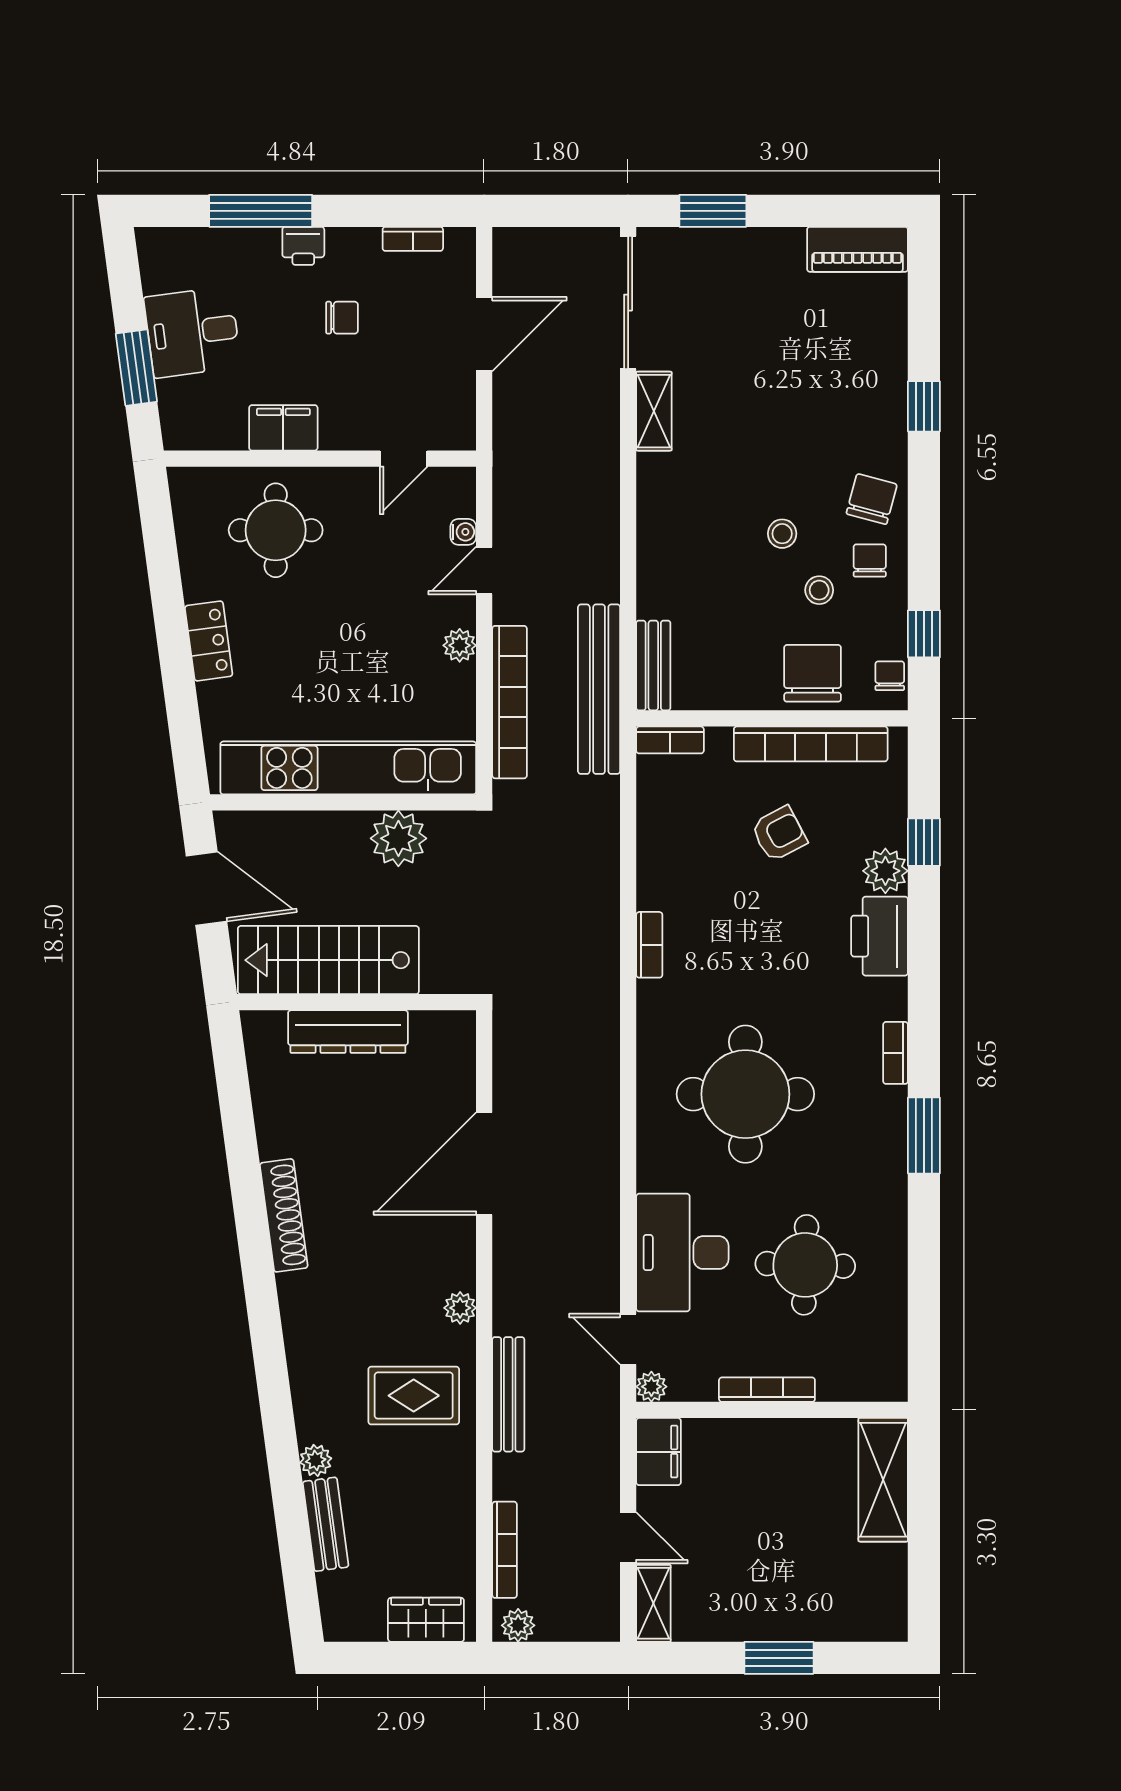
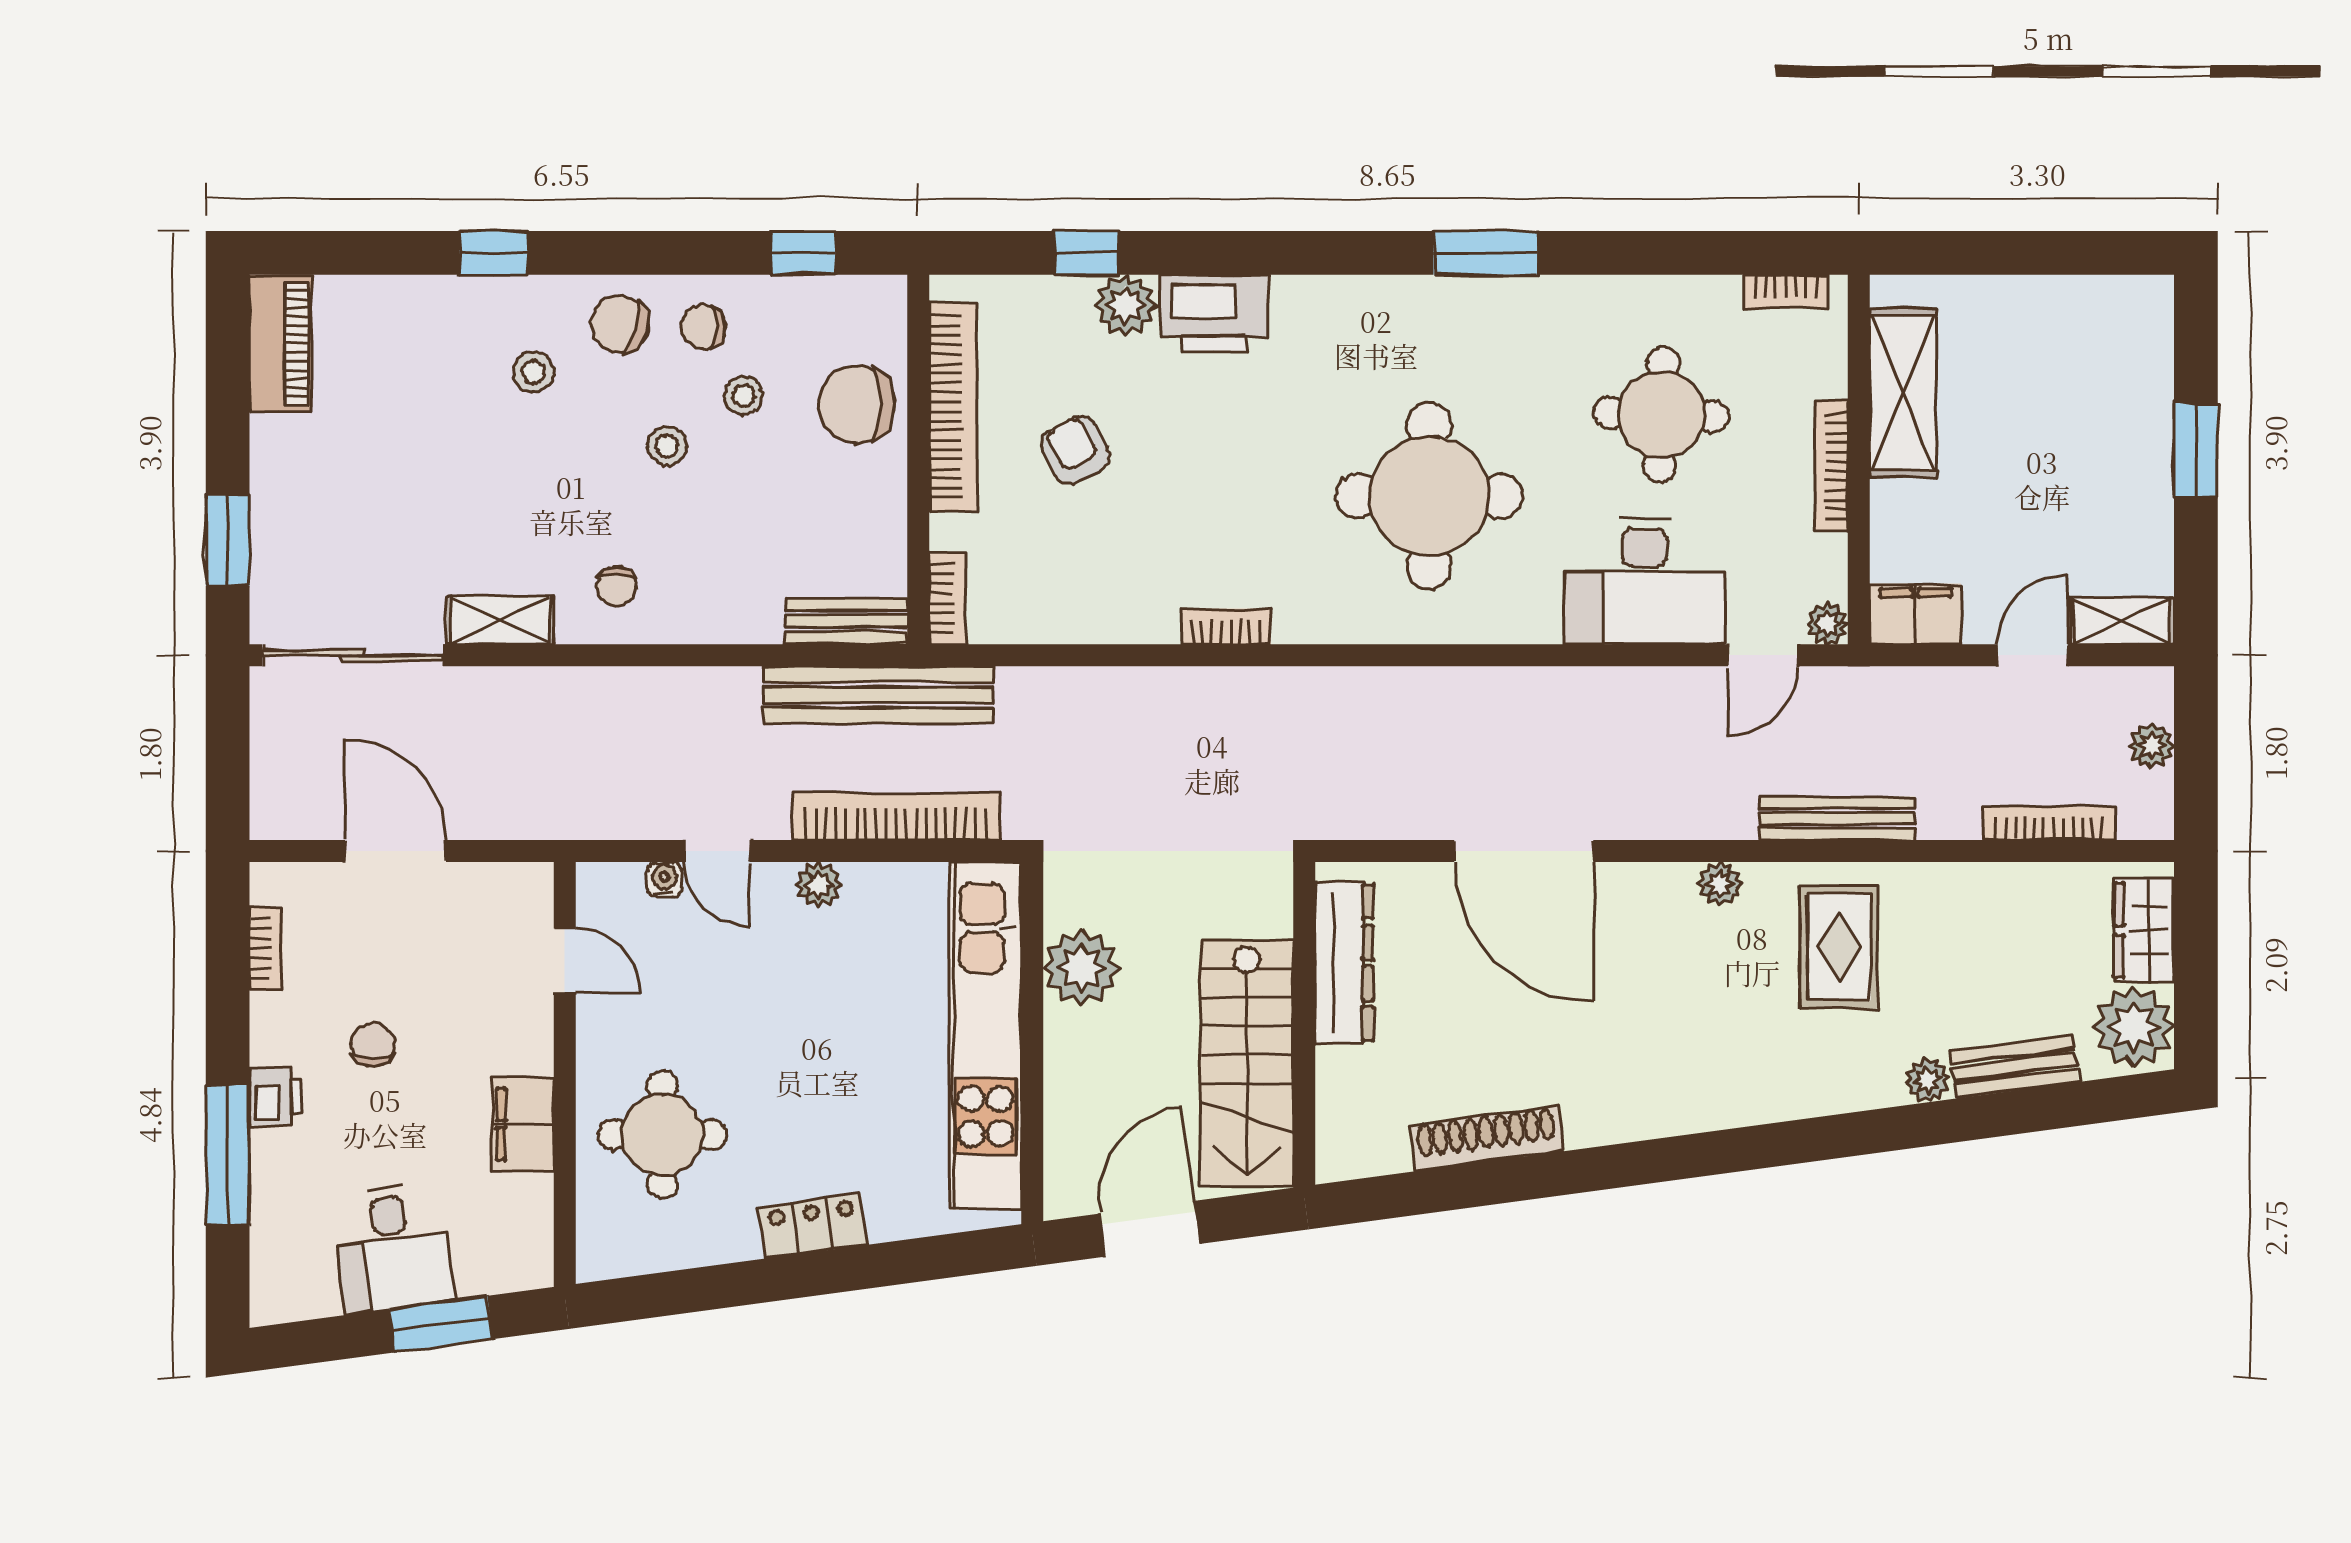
stool: (836, 435) -> (533, 372), added
chair: (890, 676) -> (617, 586), moved, turned -90
dresser: (348, 1032) -> (1344, 963), moved
bookcase: (896, 1053) -> (1786, 292), moved
shoe rack: (284, 1215) -> (1487, 1138), moved
shelving: (883, 1480) -> (1903, 393), moved, turned 90
plant: (355, 1612) -> (2134, 1027), added
plant: (518, 1625) -> (2152, 746), moved

